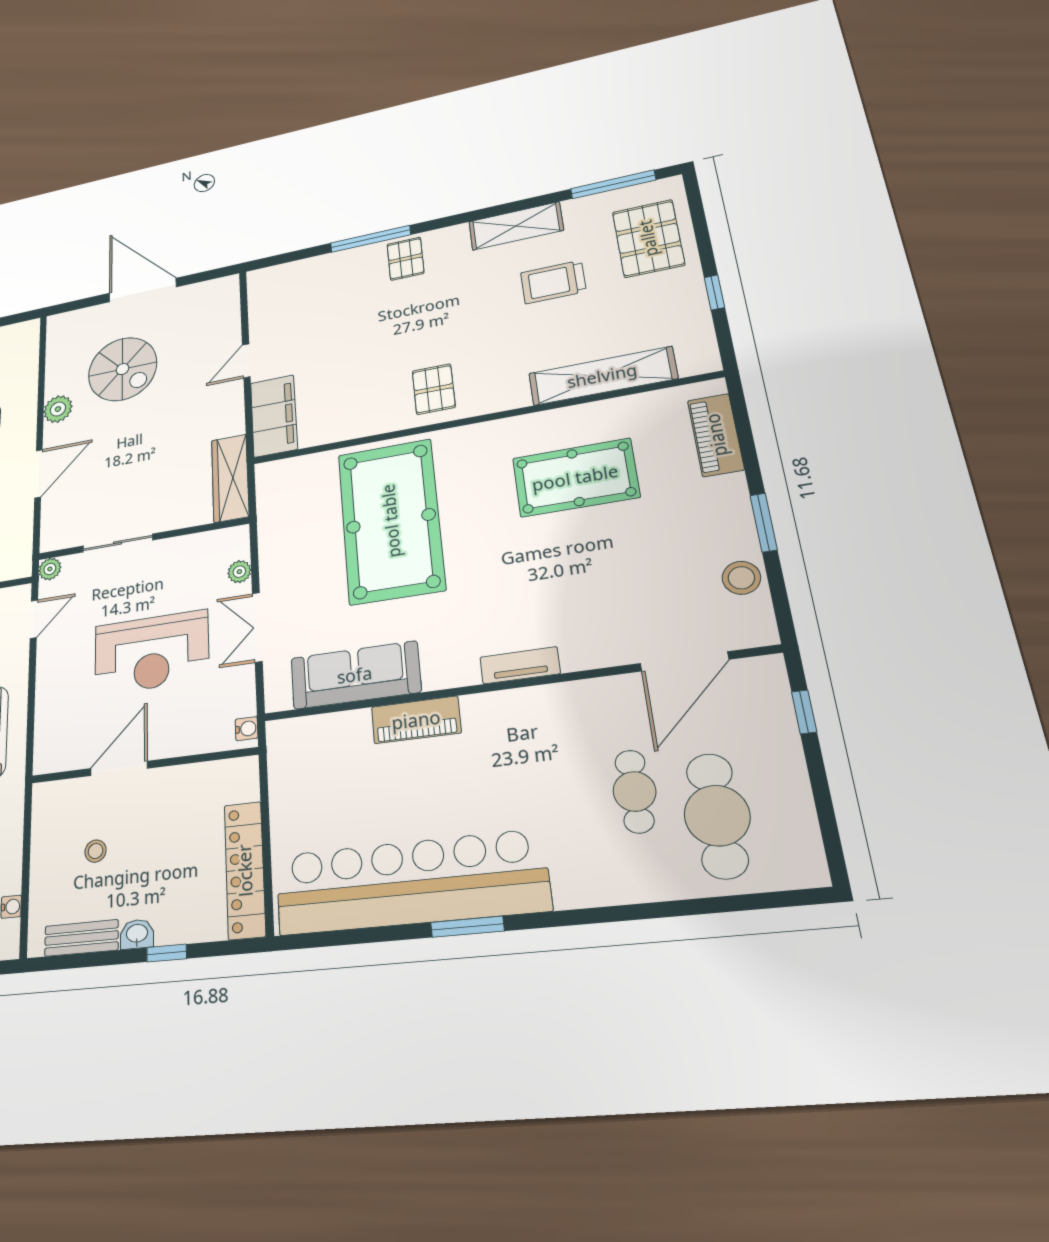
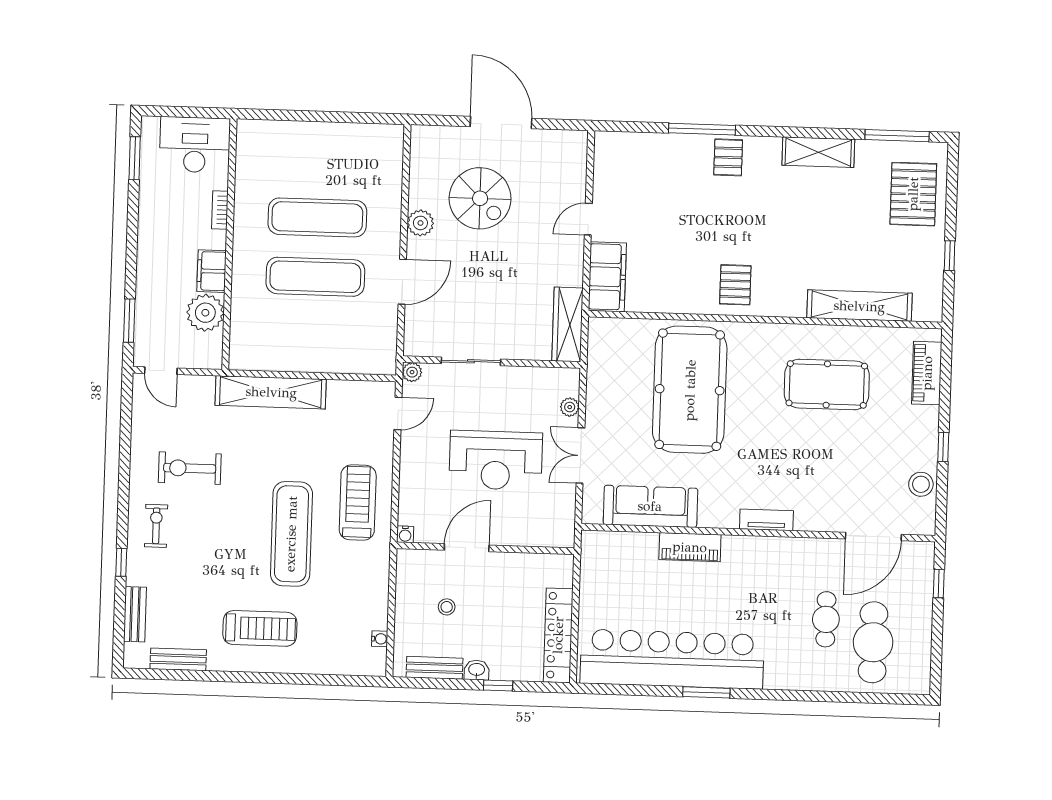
trolley: (553, 282) -> (838, 213), removed
window: (764, 523) -> (943, 447), width x0.67
water cooler: (247, 729) -> (405, 534), moved, turned 90

